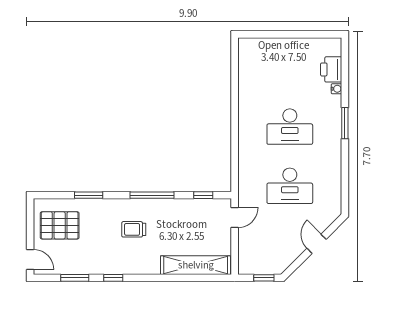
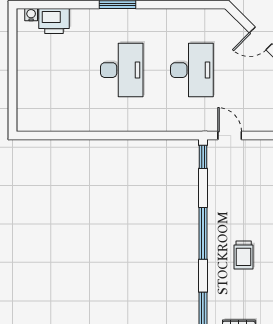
water cooler: (336, 89) -> (31, 15), moved
window: (203, 195) -> (203, 157), moved

